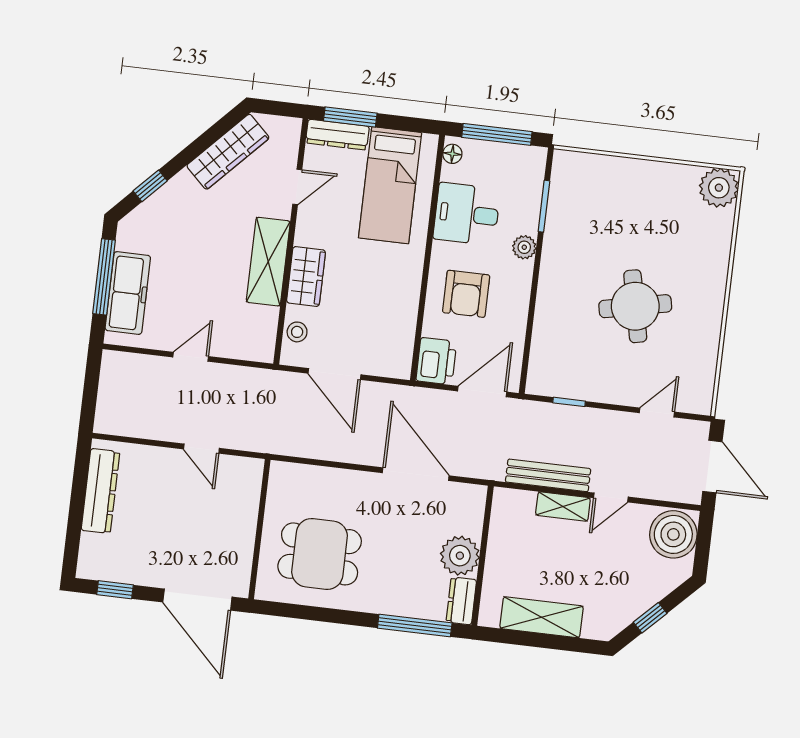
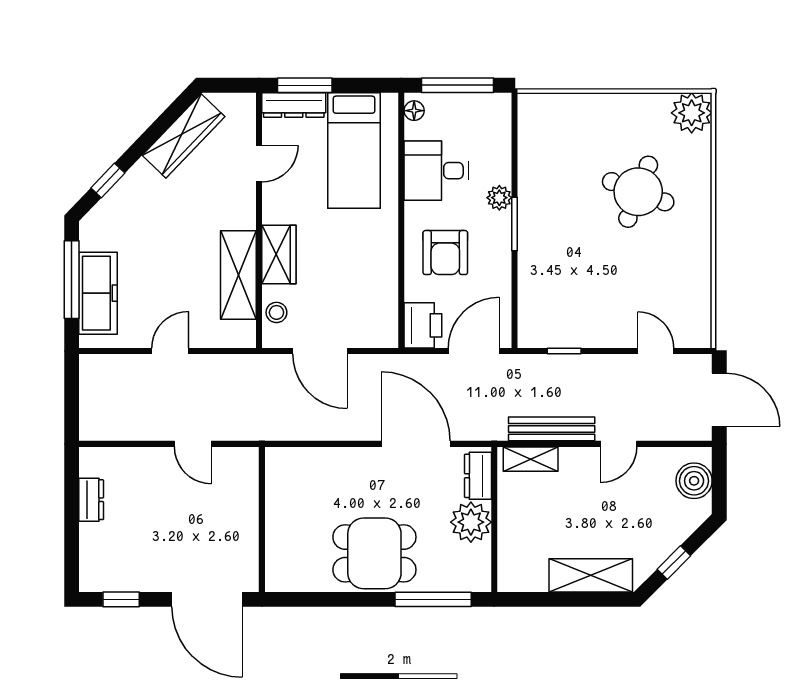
window: (544, 206) -> (515, 224), moved
shelving: (268, 262) -> (238, 275), moved
round table: (635, 306) -> (638, 192), moved, turned 33
door: (657, 412) -> (656, 351), hinge flipped
dresser: (100, 491) -> (91, 500), width x0.51, depth x0.80
shelving: (563, 507) -> (531, 459), moved
boiler: (673, 534) -> (694, 481), width x0.73, depth x0.73
dining table: (320, 554) -> (374, 553), moved
dresser: (461, 601) -> (478, 476), moved
shelving: (542, 617) -> (591, 575), moved

